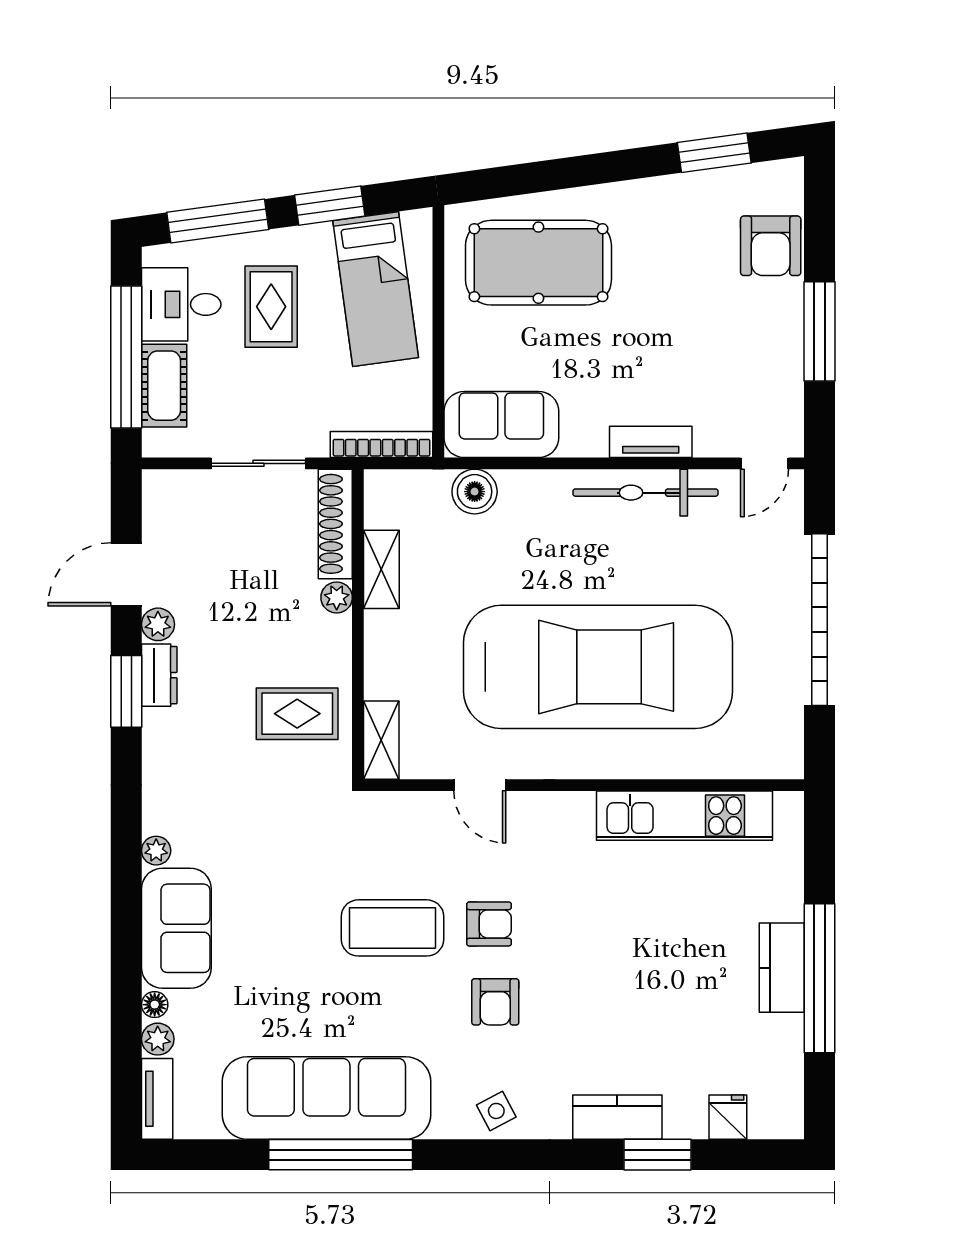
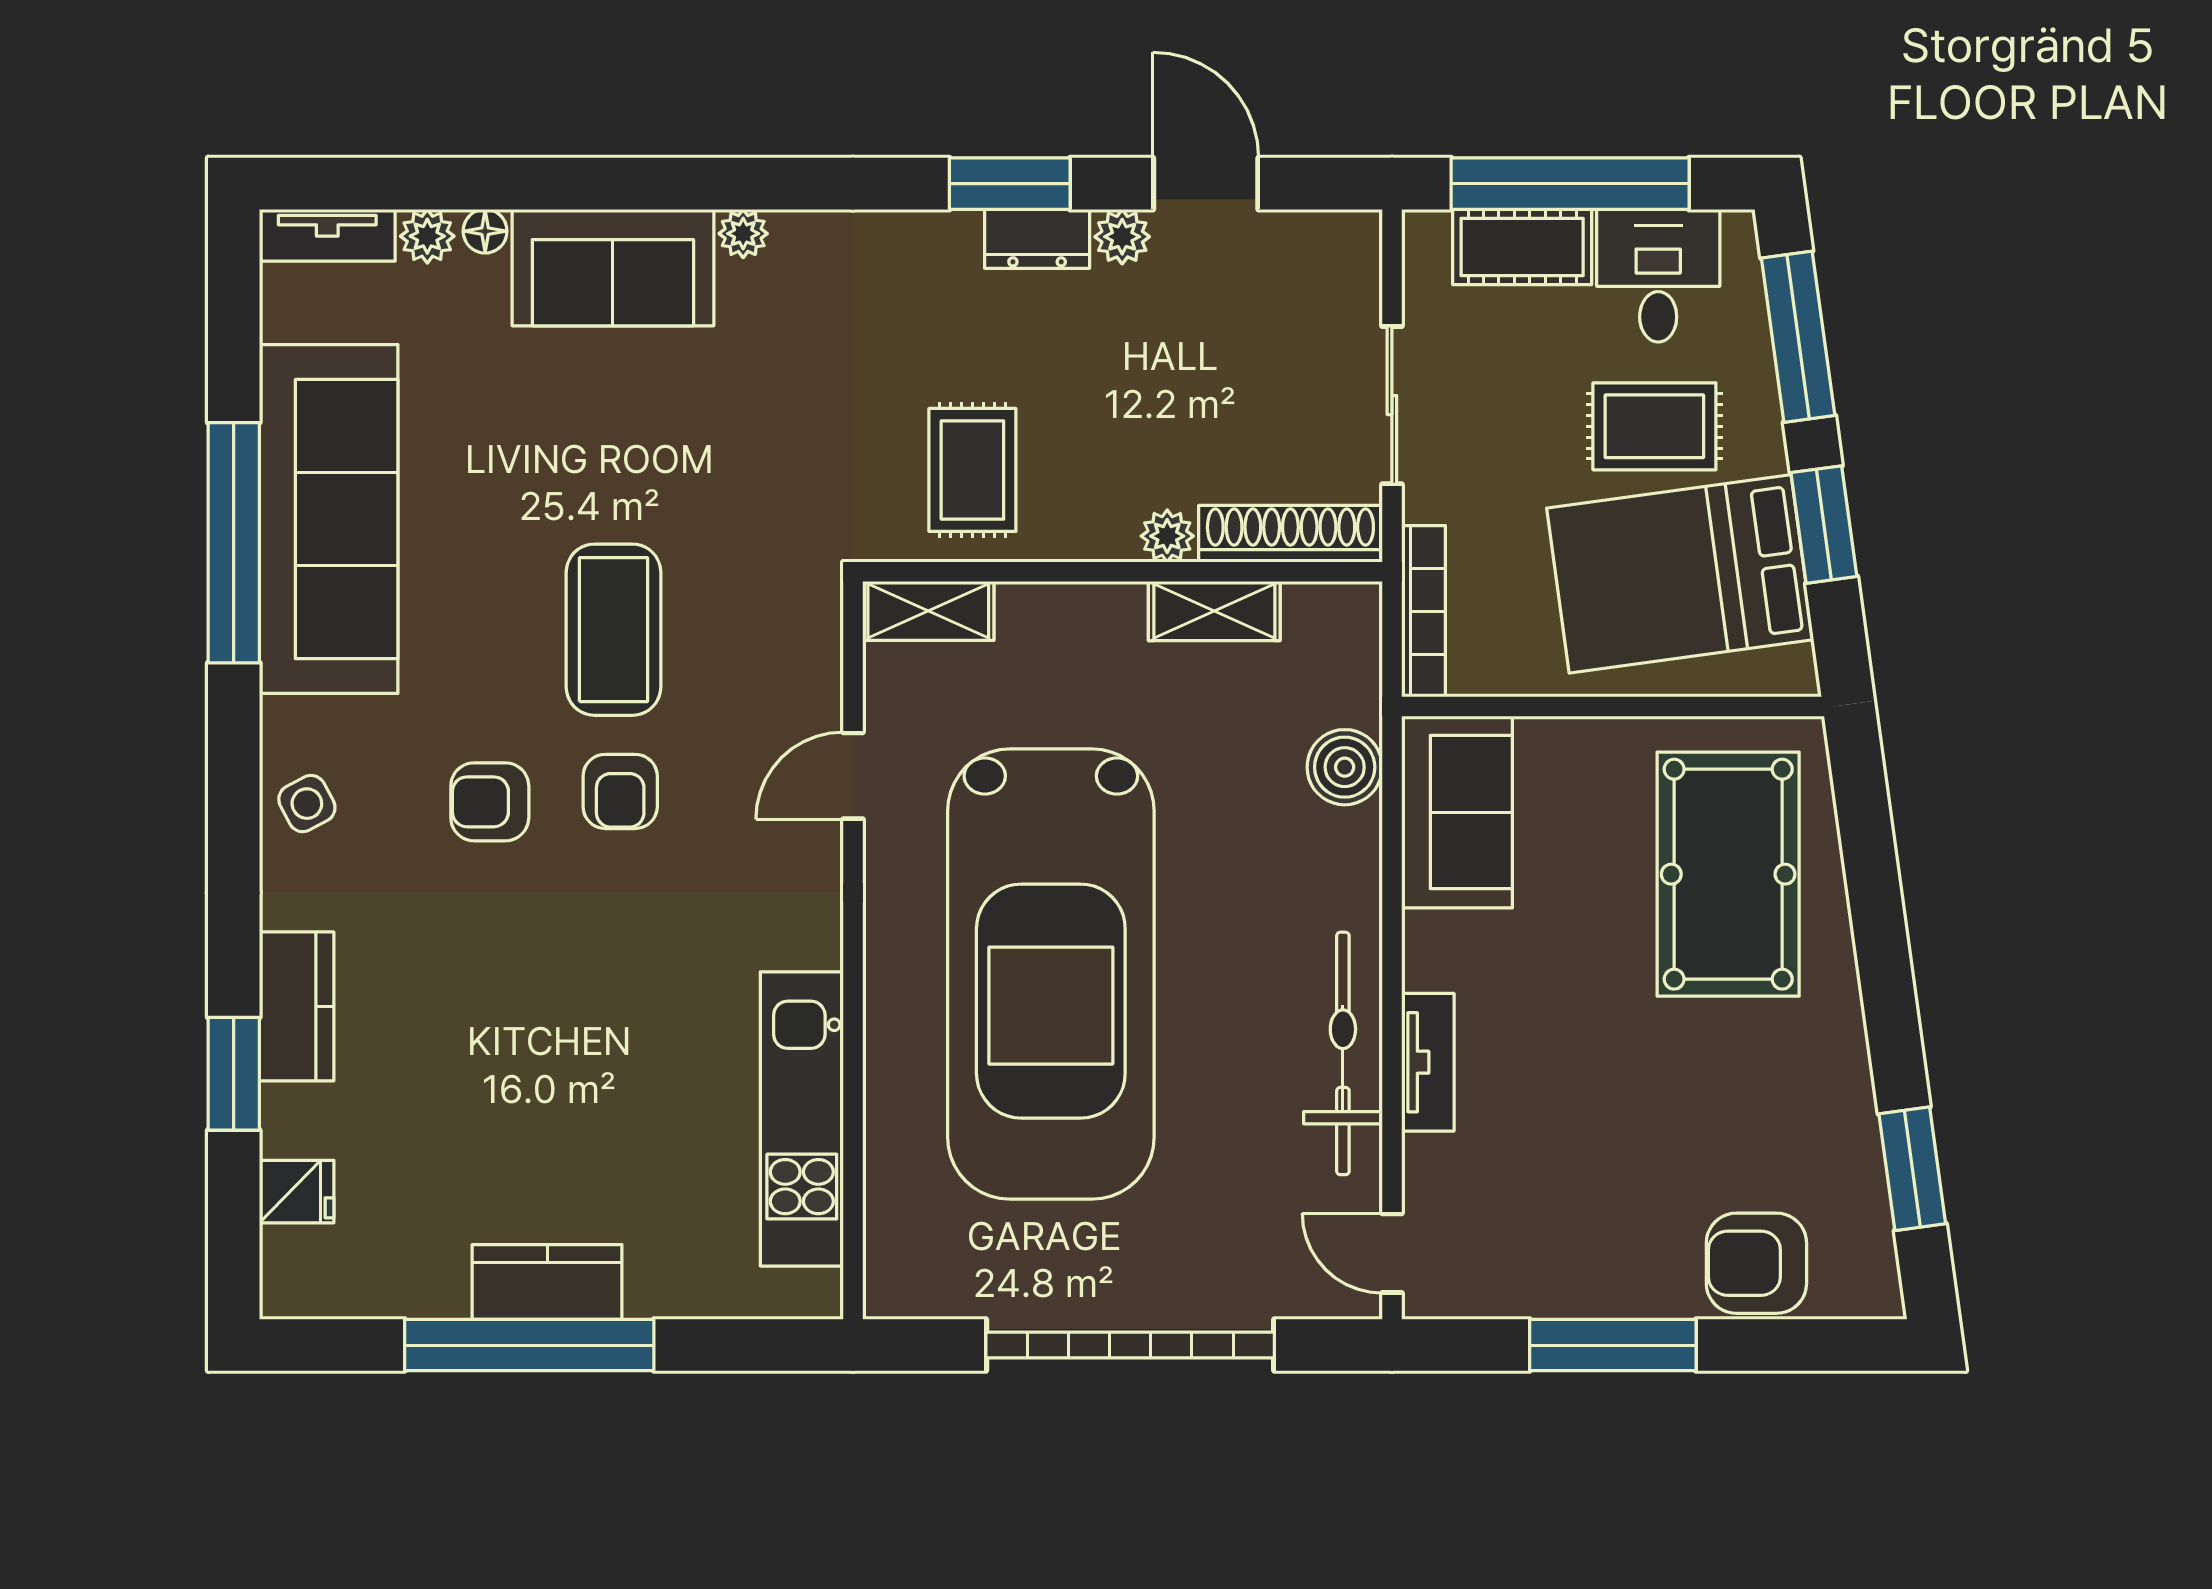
bed: (376, 289) -> (1680, 574), width x1.50

